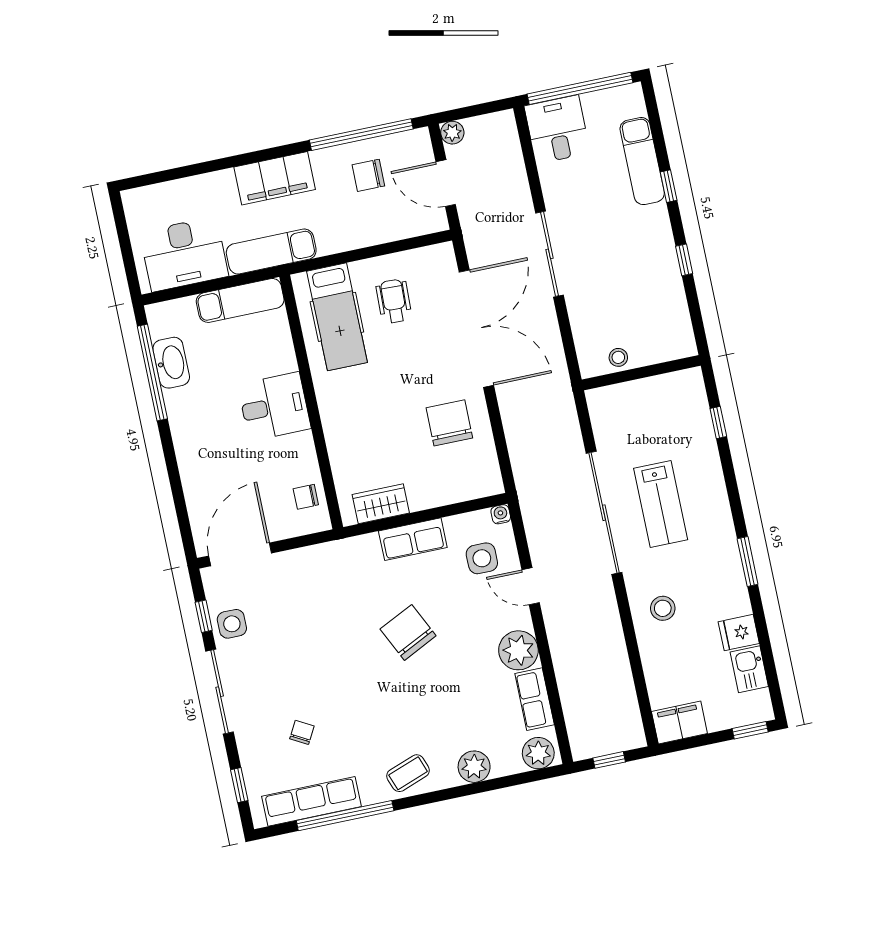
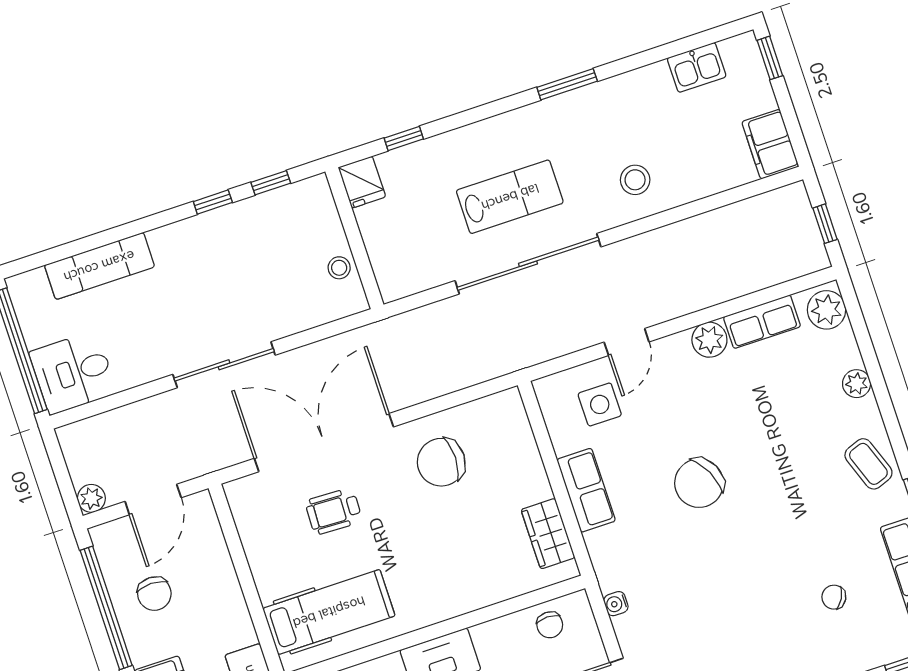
window: (669, 186) -> (271, 183), moved
wheelchair: (394, 301) -> (334, 511), moved
water cooler: (501, 514) -> (616, 604), moved
fridge: (739, 633) -> (362, 182), moved
plant: (518, 650) -> (709, 340), width x0.73, depth x0.73
plant: (474, 767) -> (857, 384), width x0.73, depth x0.73

